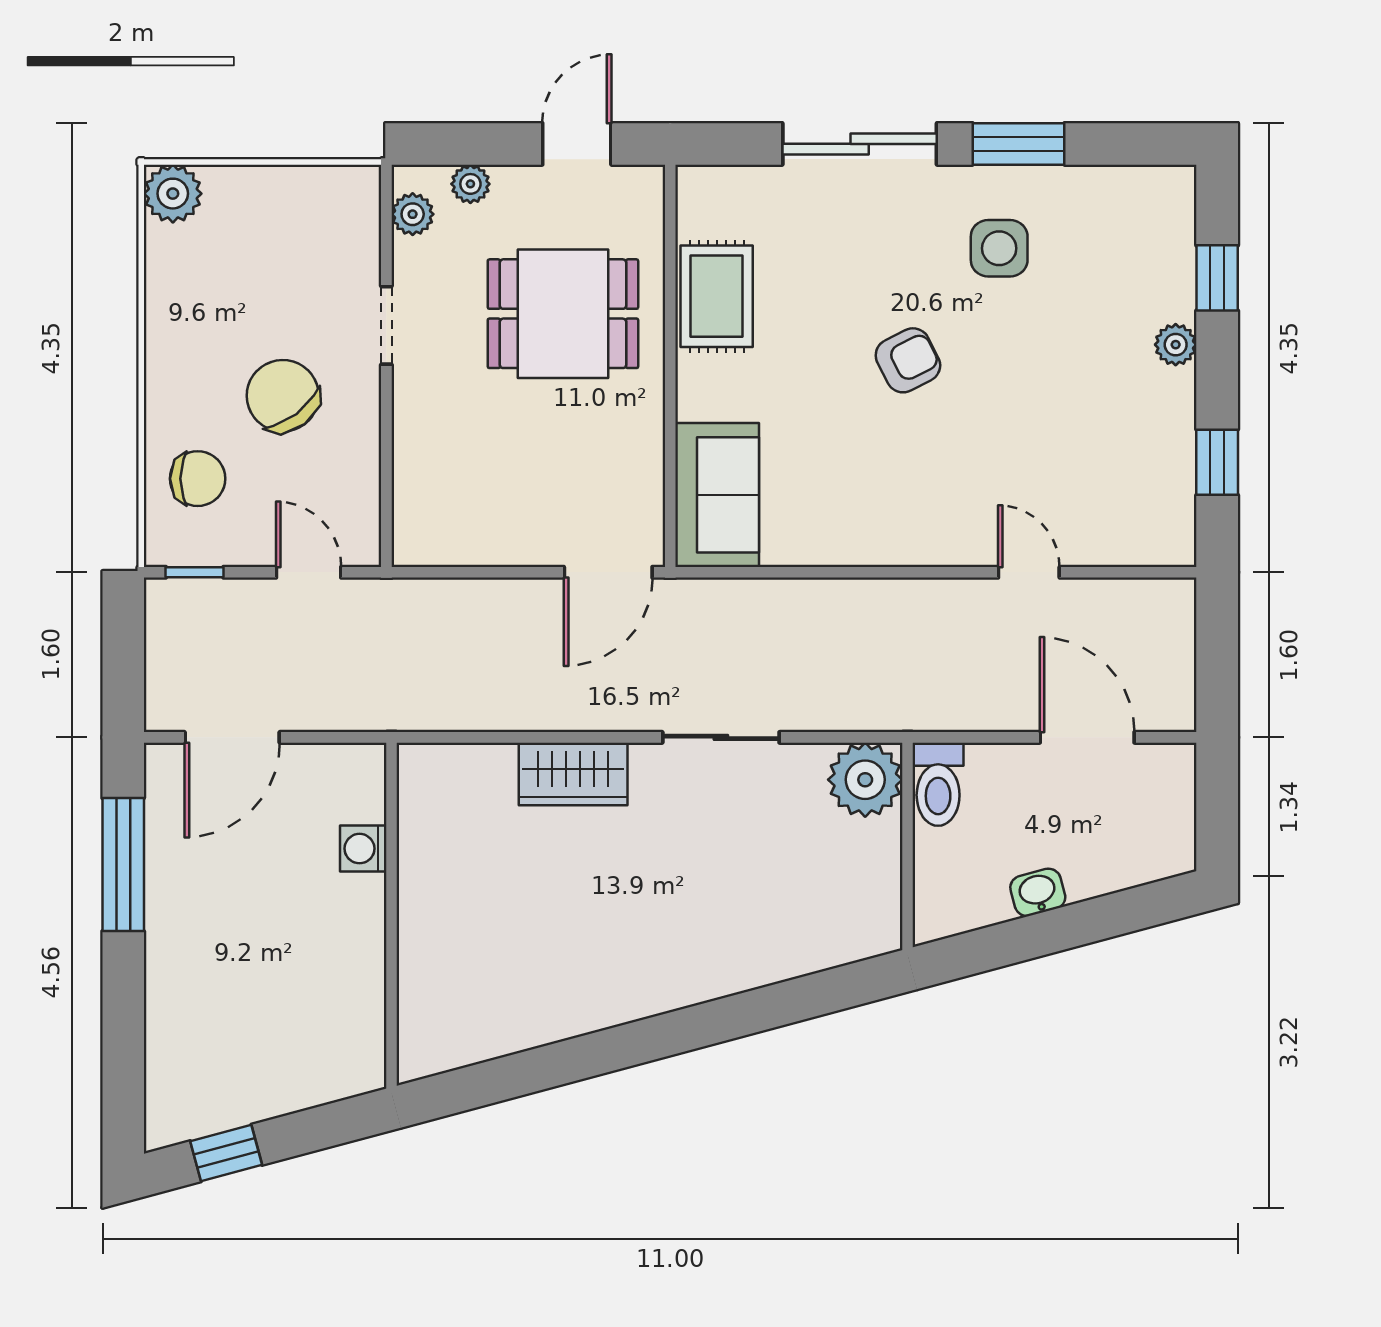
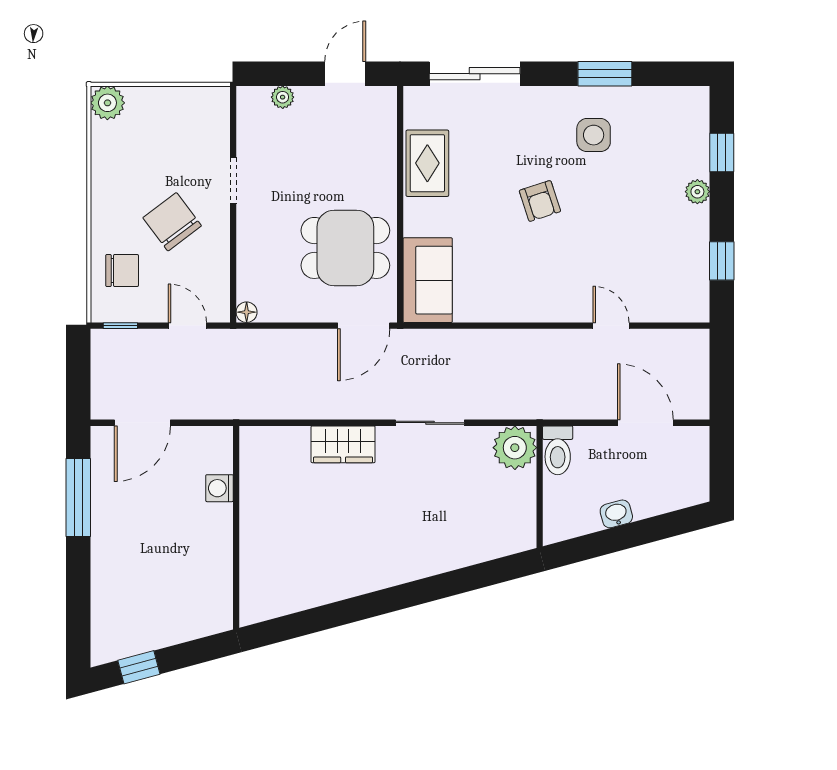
sliding door: (860, 144) -> (475, 74), moved
plant: (413, 214) -> (249, 115), removed
dining table: (563, 314) -> (345, 248), moved
armchair: (908, 360) -> (540, 201), turned 99
floor lamp: (409, 549) -> (247, 312), added

